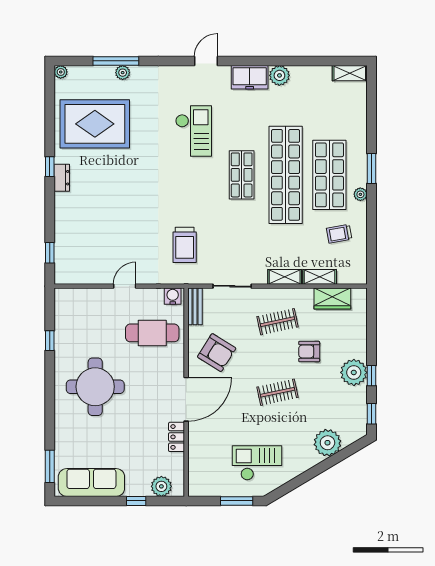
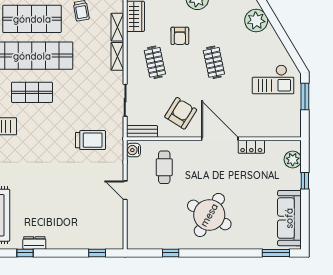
cafe table: (152, 333) -> (164, 167), width x0.73, depth x0.74
round table: (95, 387) -> (209, 215), turned 30
checkout: (257, 463) -> (273, 79), turned -90

